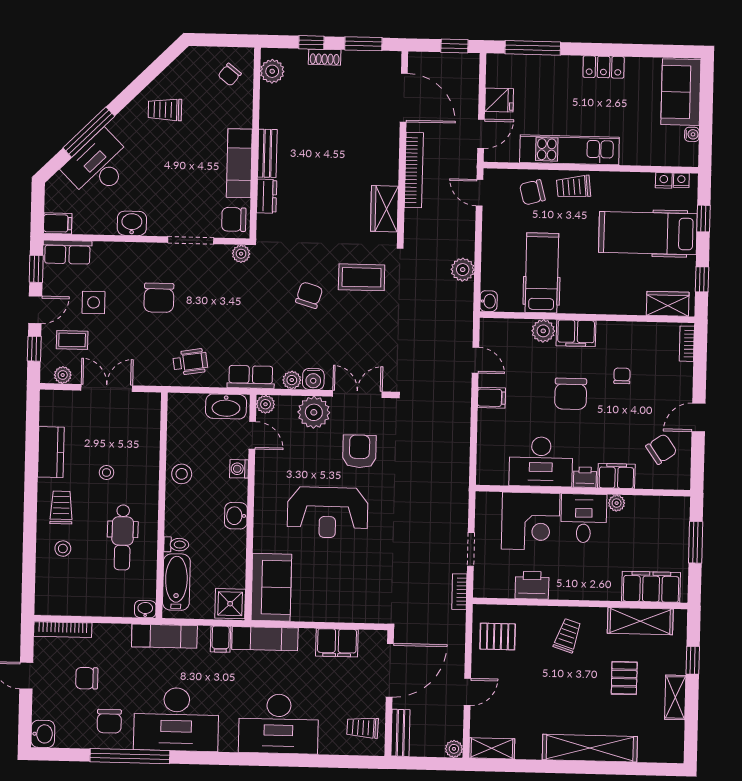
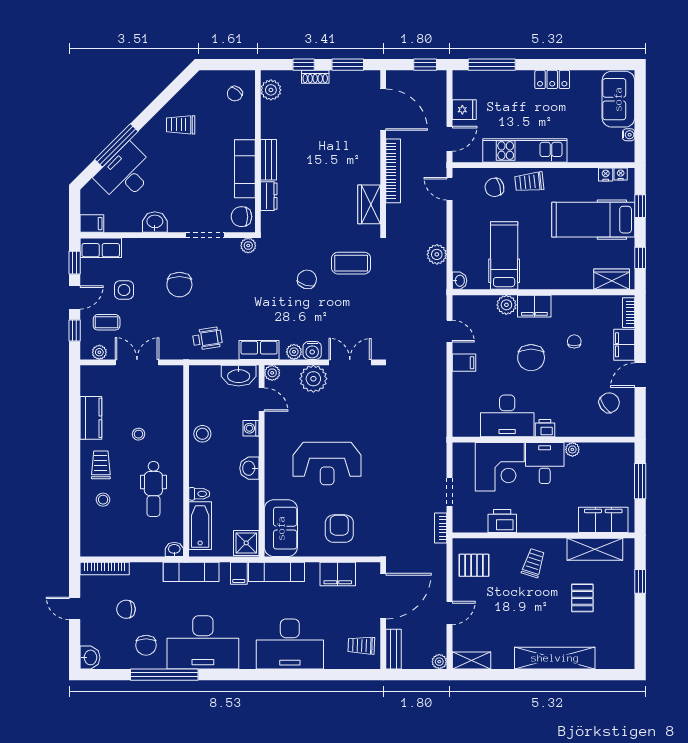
armchair: (359, 451) -> (339, 529), moved
filing cabinet: (616, 476) -> (624, 345), moved, turned -90
shelving: (675, 697) -> (626, 613), removed

